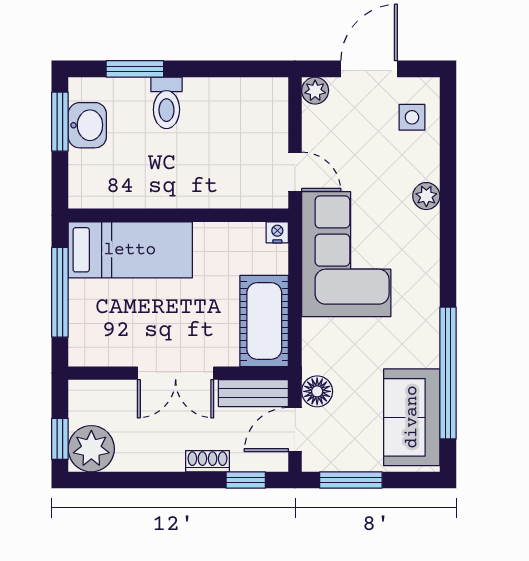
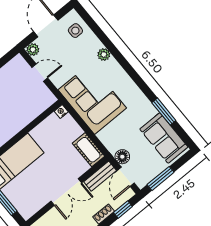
door: (295, 172) -> (40, 73), moved
cot: (264, 321) -> (88, 150), width x0.73, depth x0.75
window: (448, 373) -> (164, 112), width x0.47

